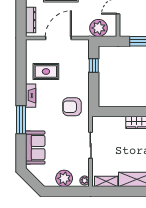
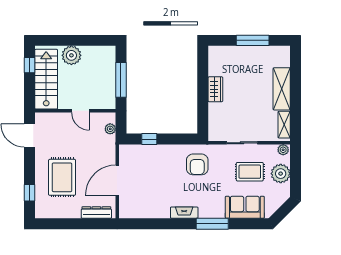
plant: (99, 28) -> (110, 129), width x0.53, depth x0.53
door: (58, 38) -> (117, 180), hinge flipped
rug: (46, 71) -> (250, 172), moved, turned 90

